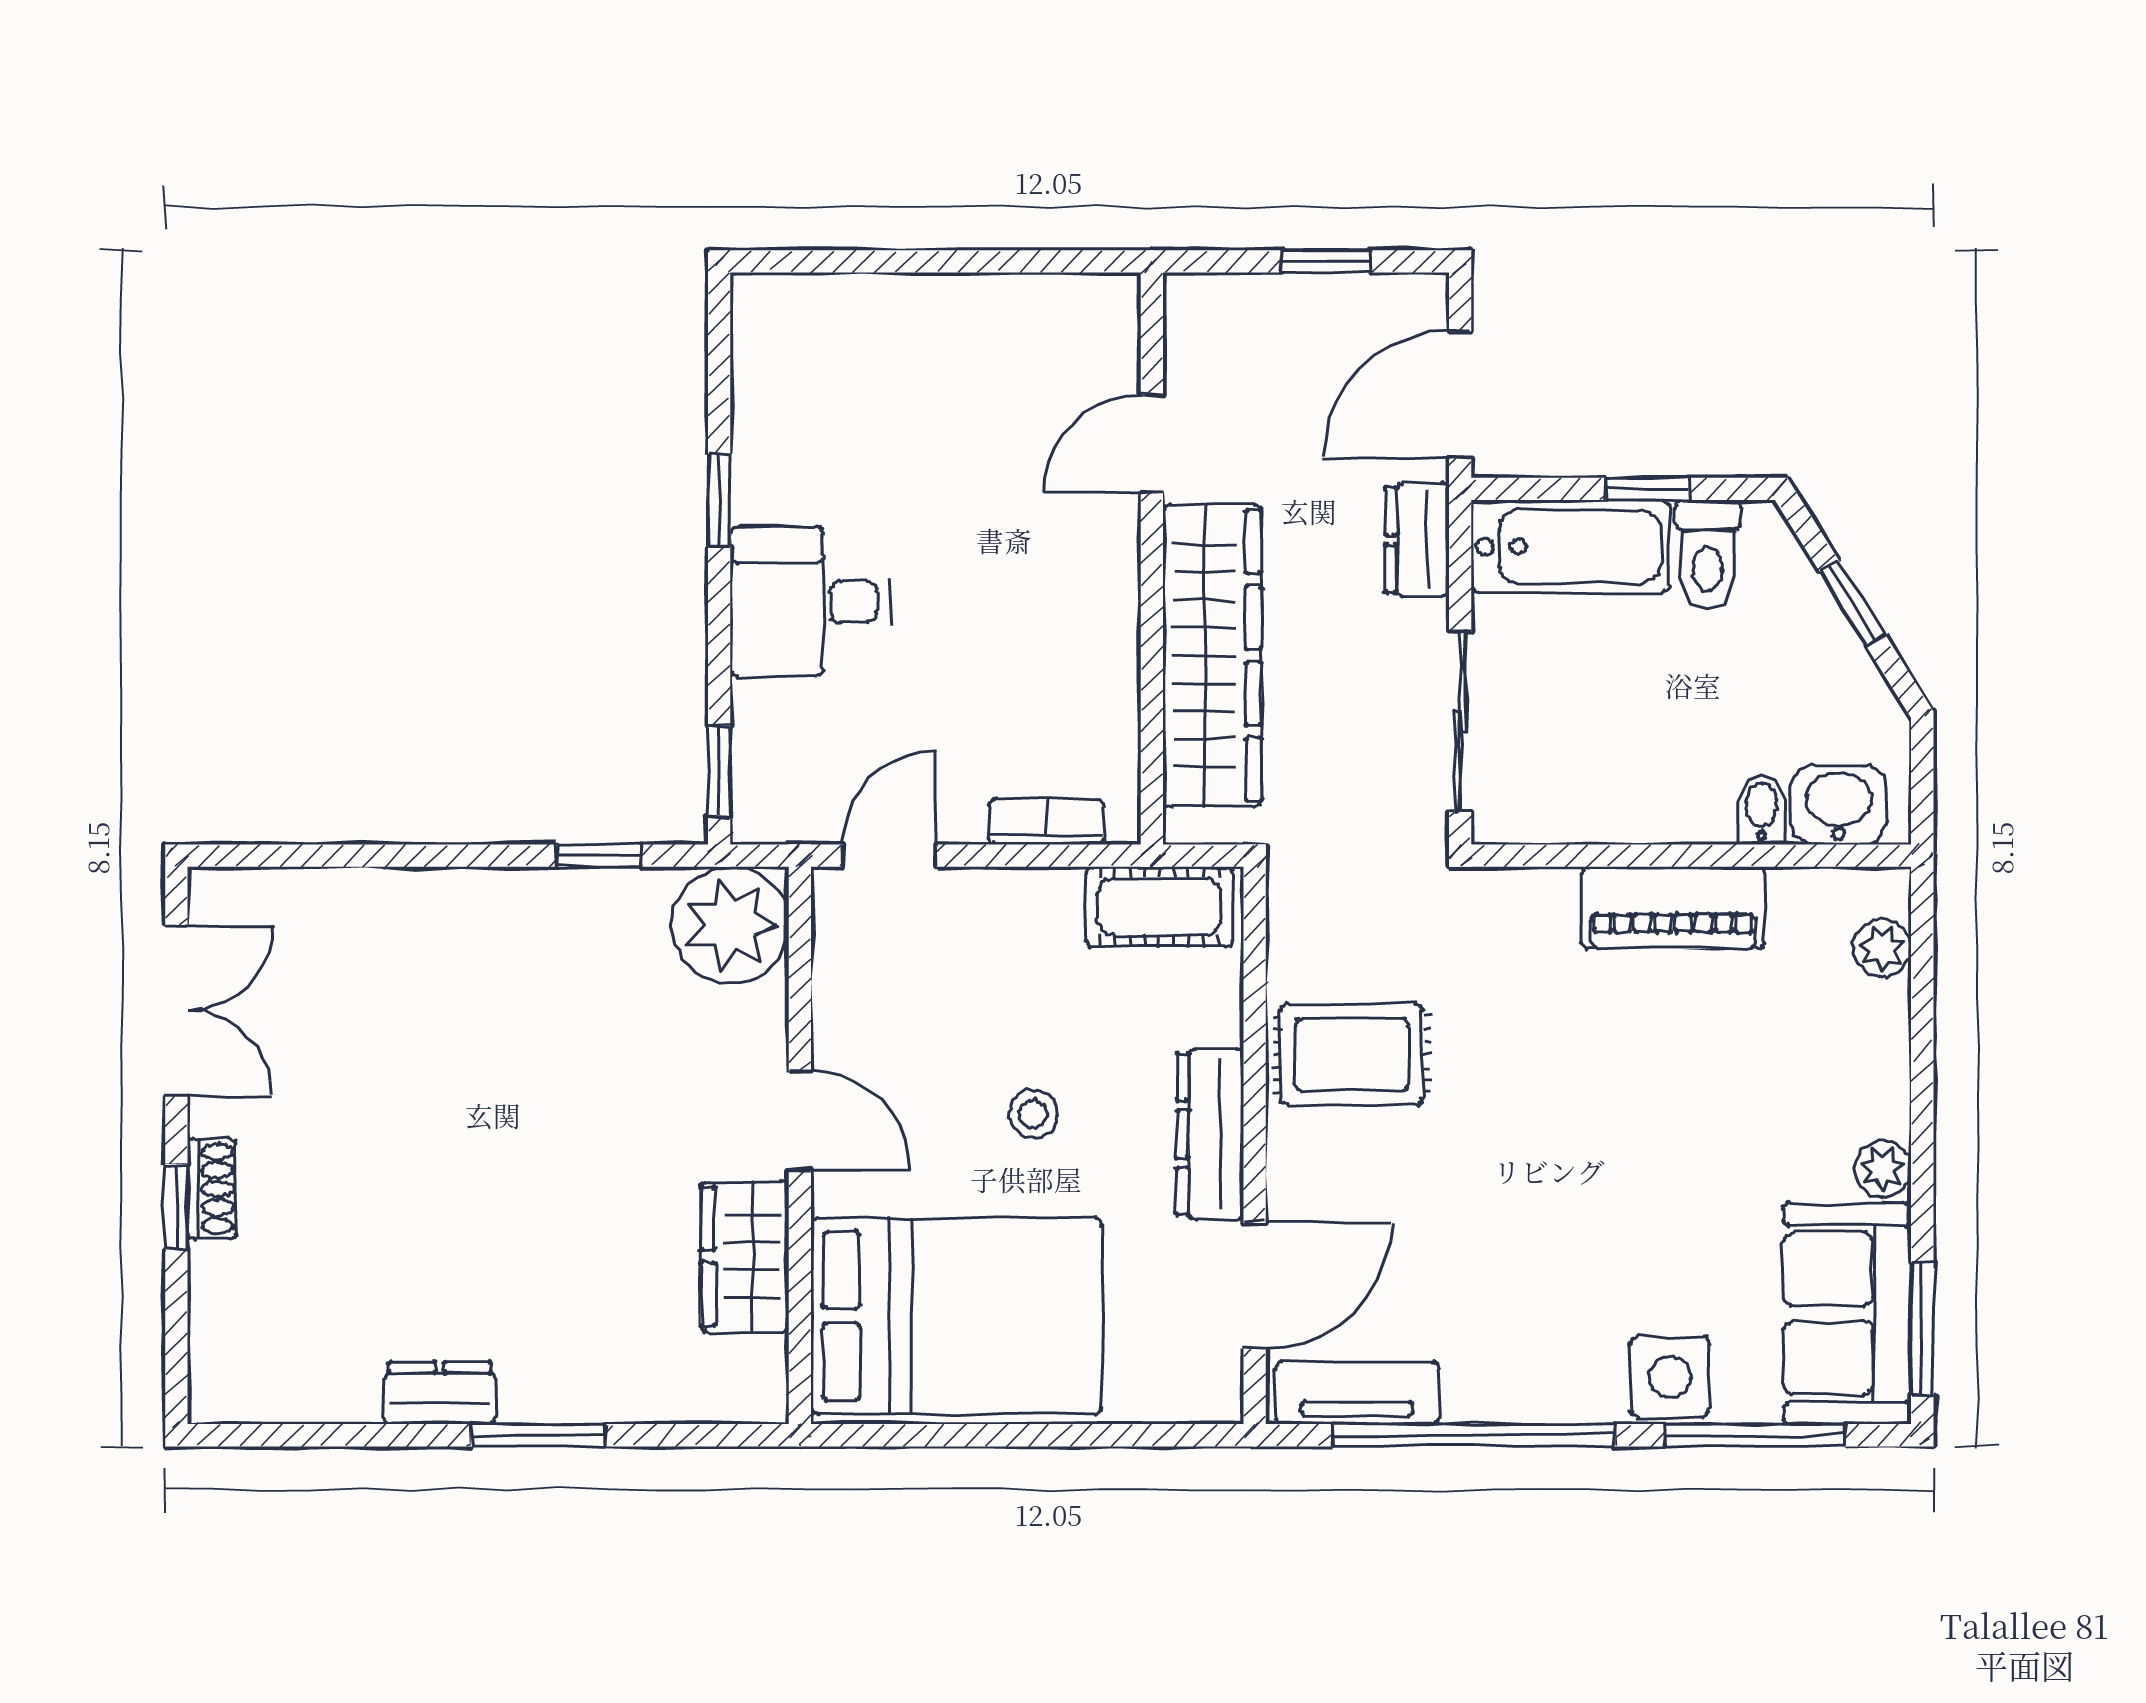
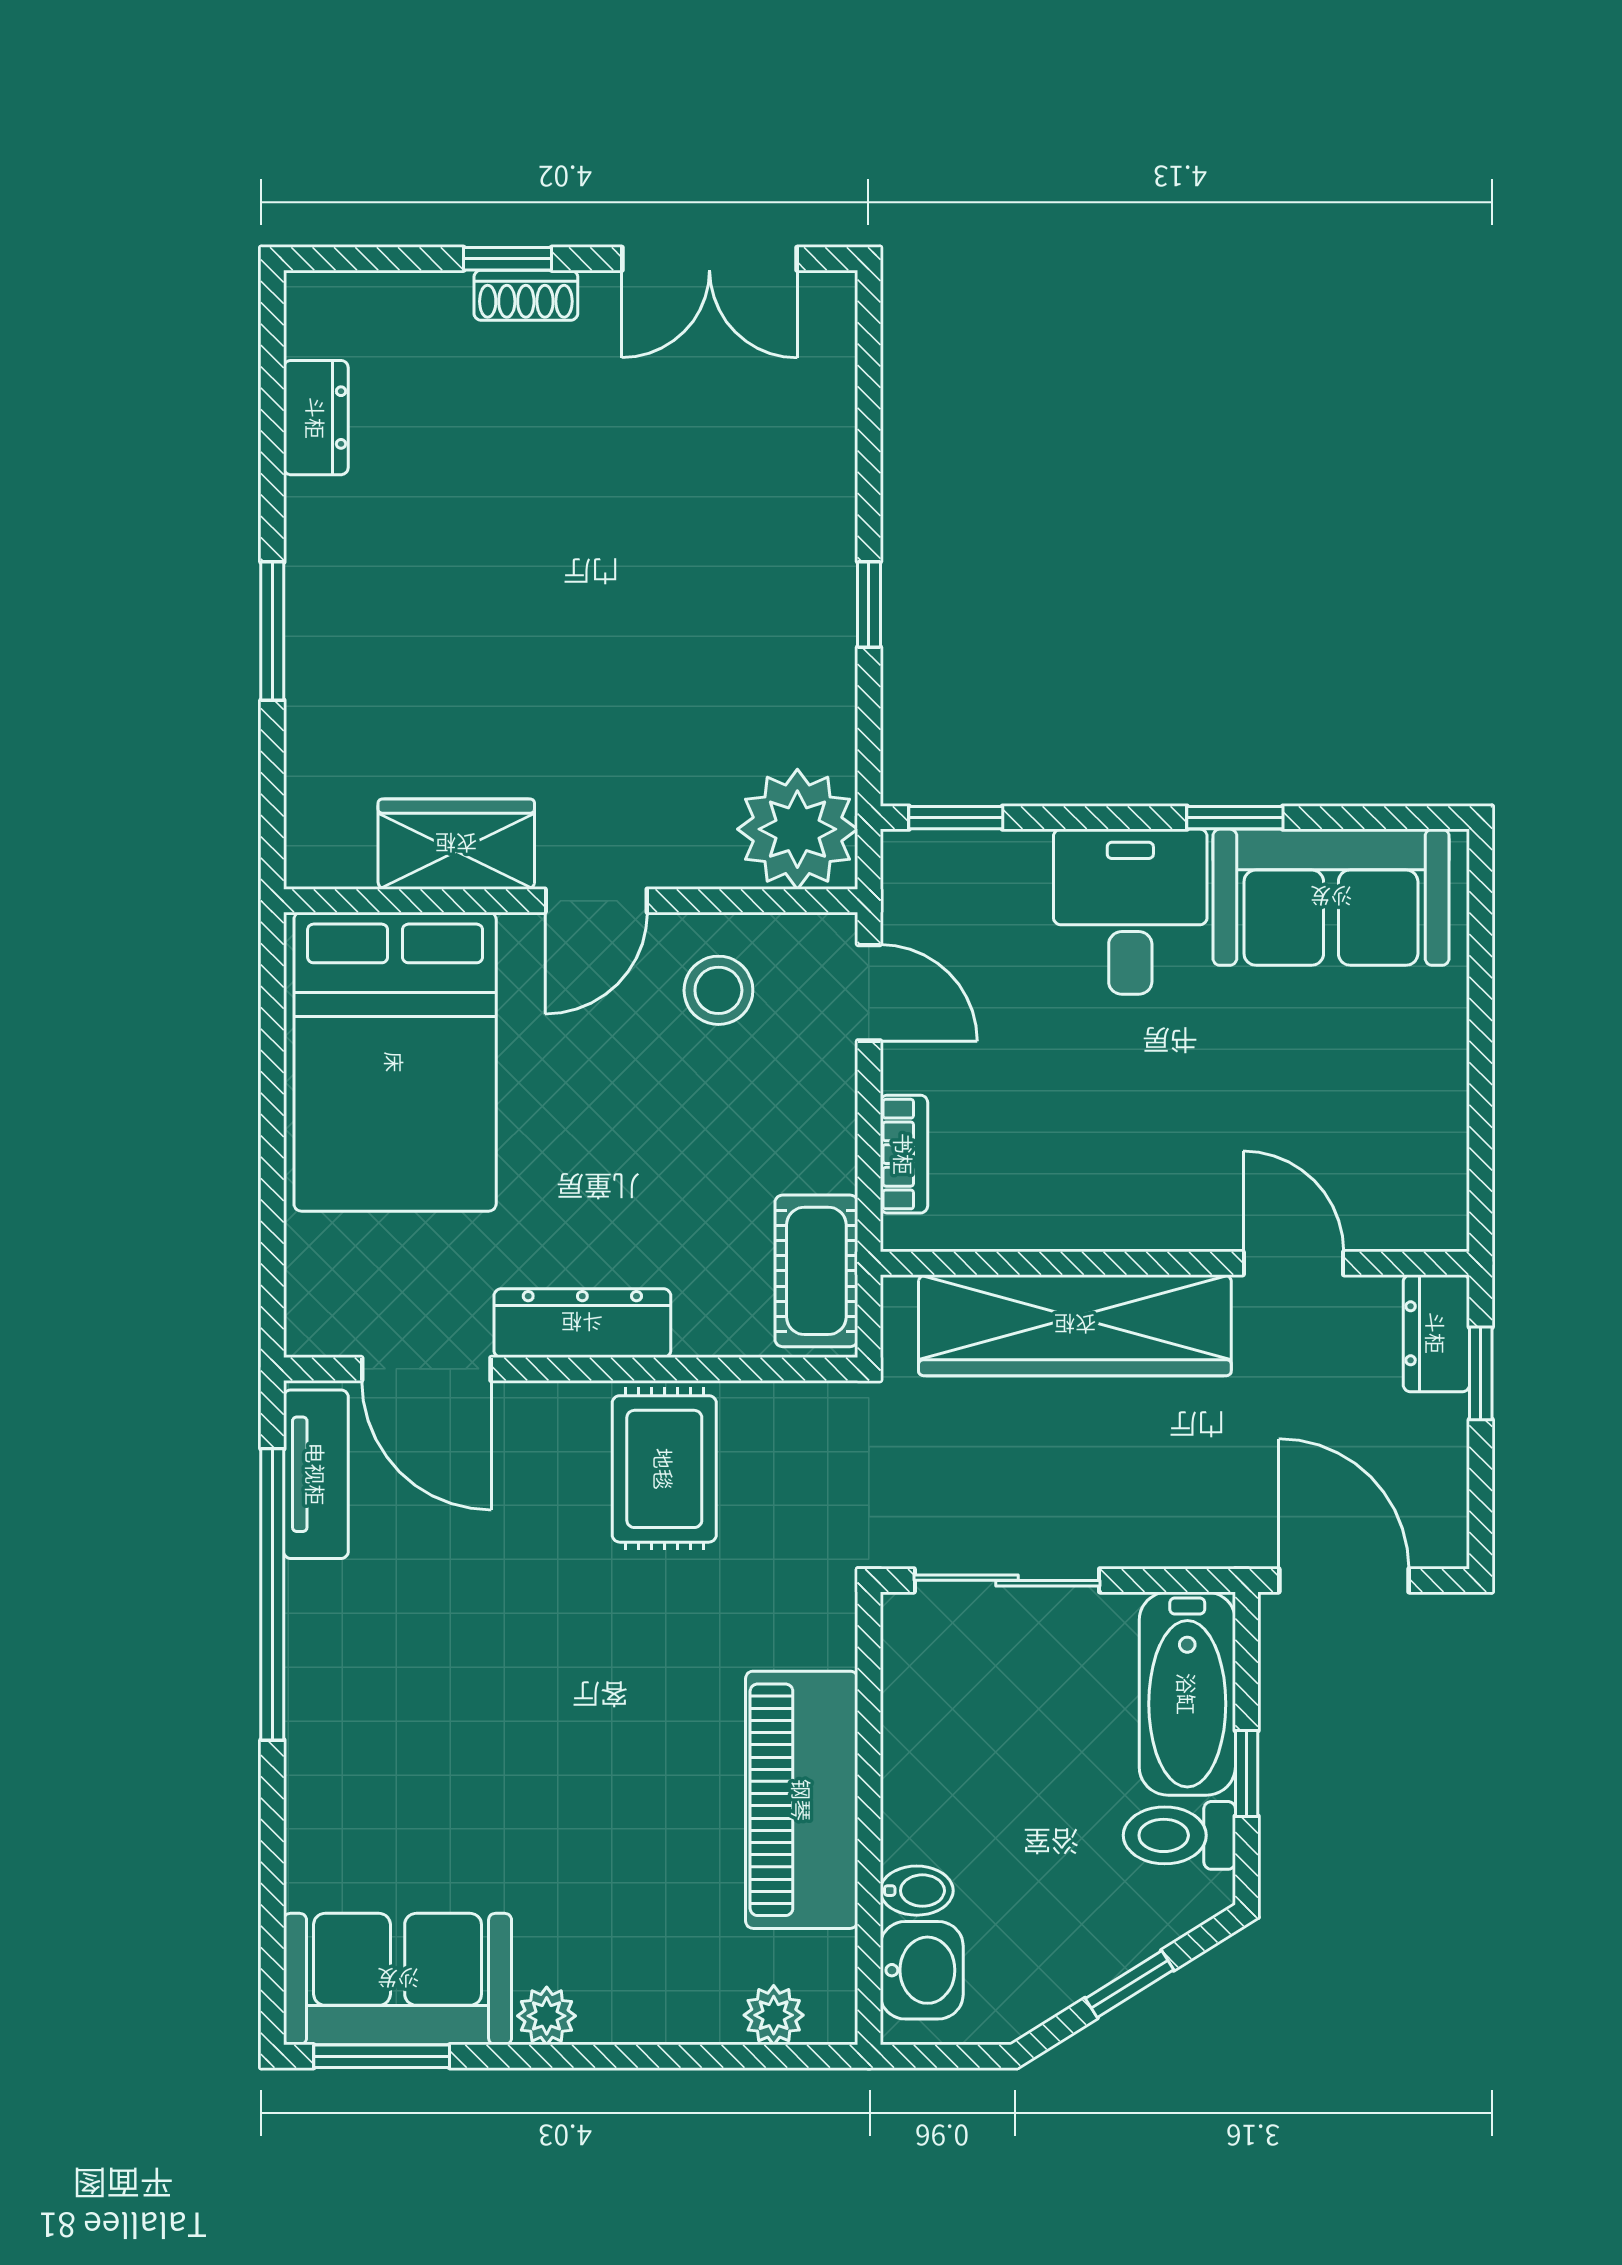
window: (1326, 261) -> (1481, 1373), moved
sofa: (796, 407) -> (1331, 897), added
dresser: (1417, 540) -> (1436, 1333), moved, turned -90
window: (599, 856) -> (869, 604), moved
piano: (1673, 908) -> (802, 1800), width x1.37, depth x1.33
stool: (1033, 1114) -> (718, 990), moved, width x1.37, depth x1.37
side table: (1670, 1377) -> (333, 1796), removed
dresser: (440, 1393) -> (316, 418), moved
window: (1755, 1435) -> (272, 1884), removed

